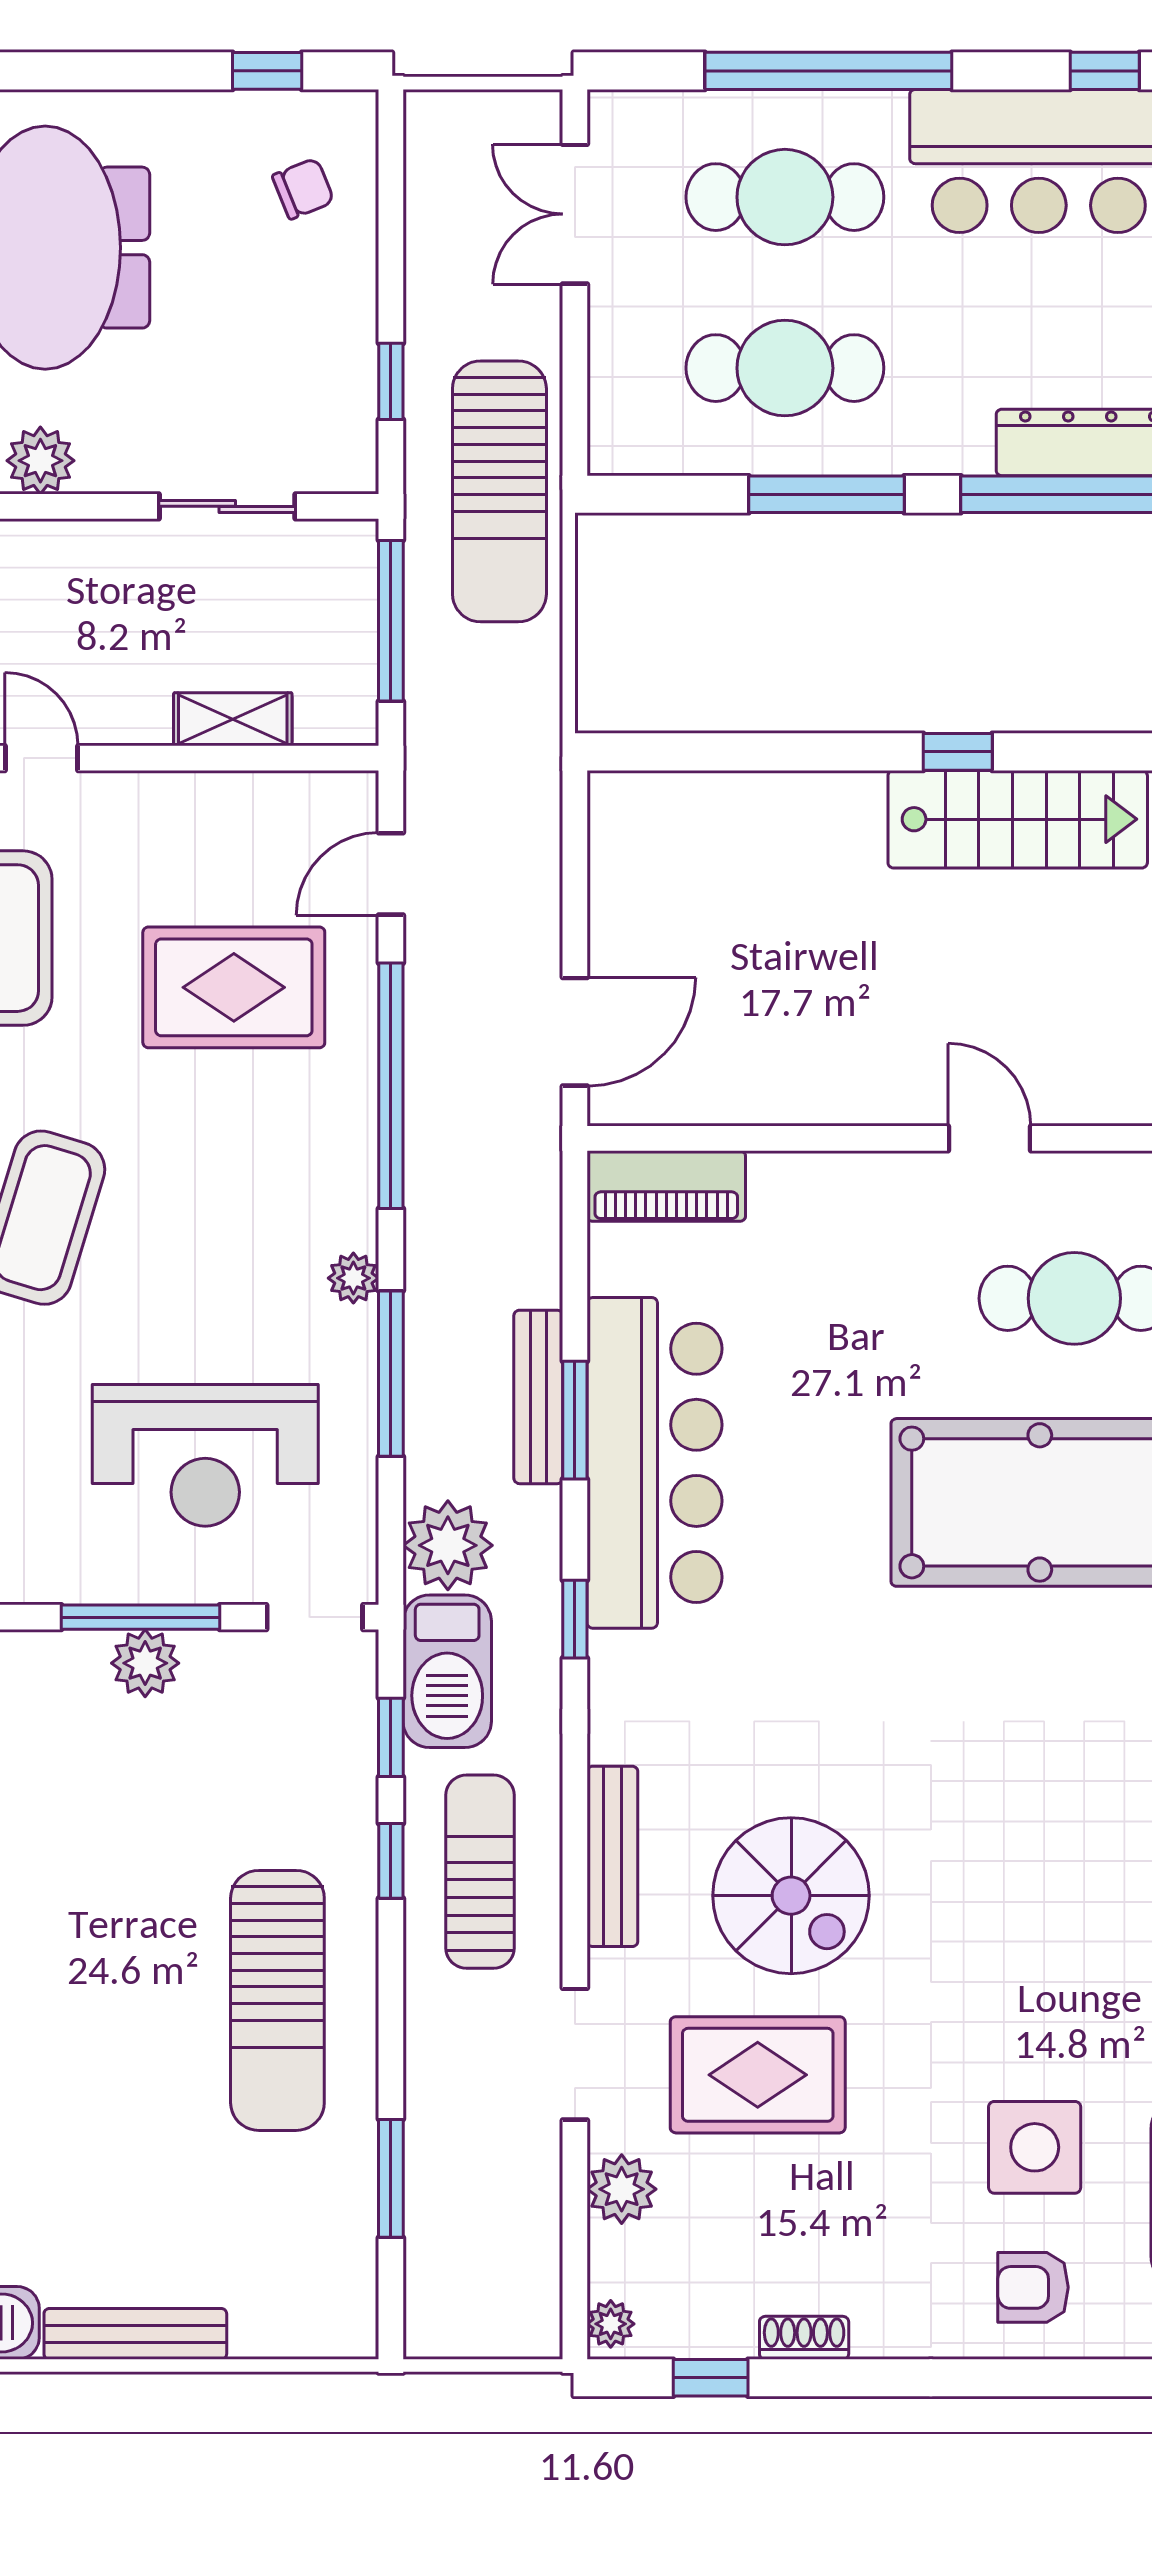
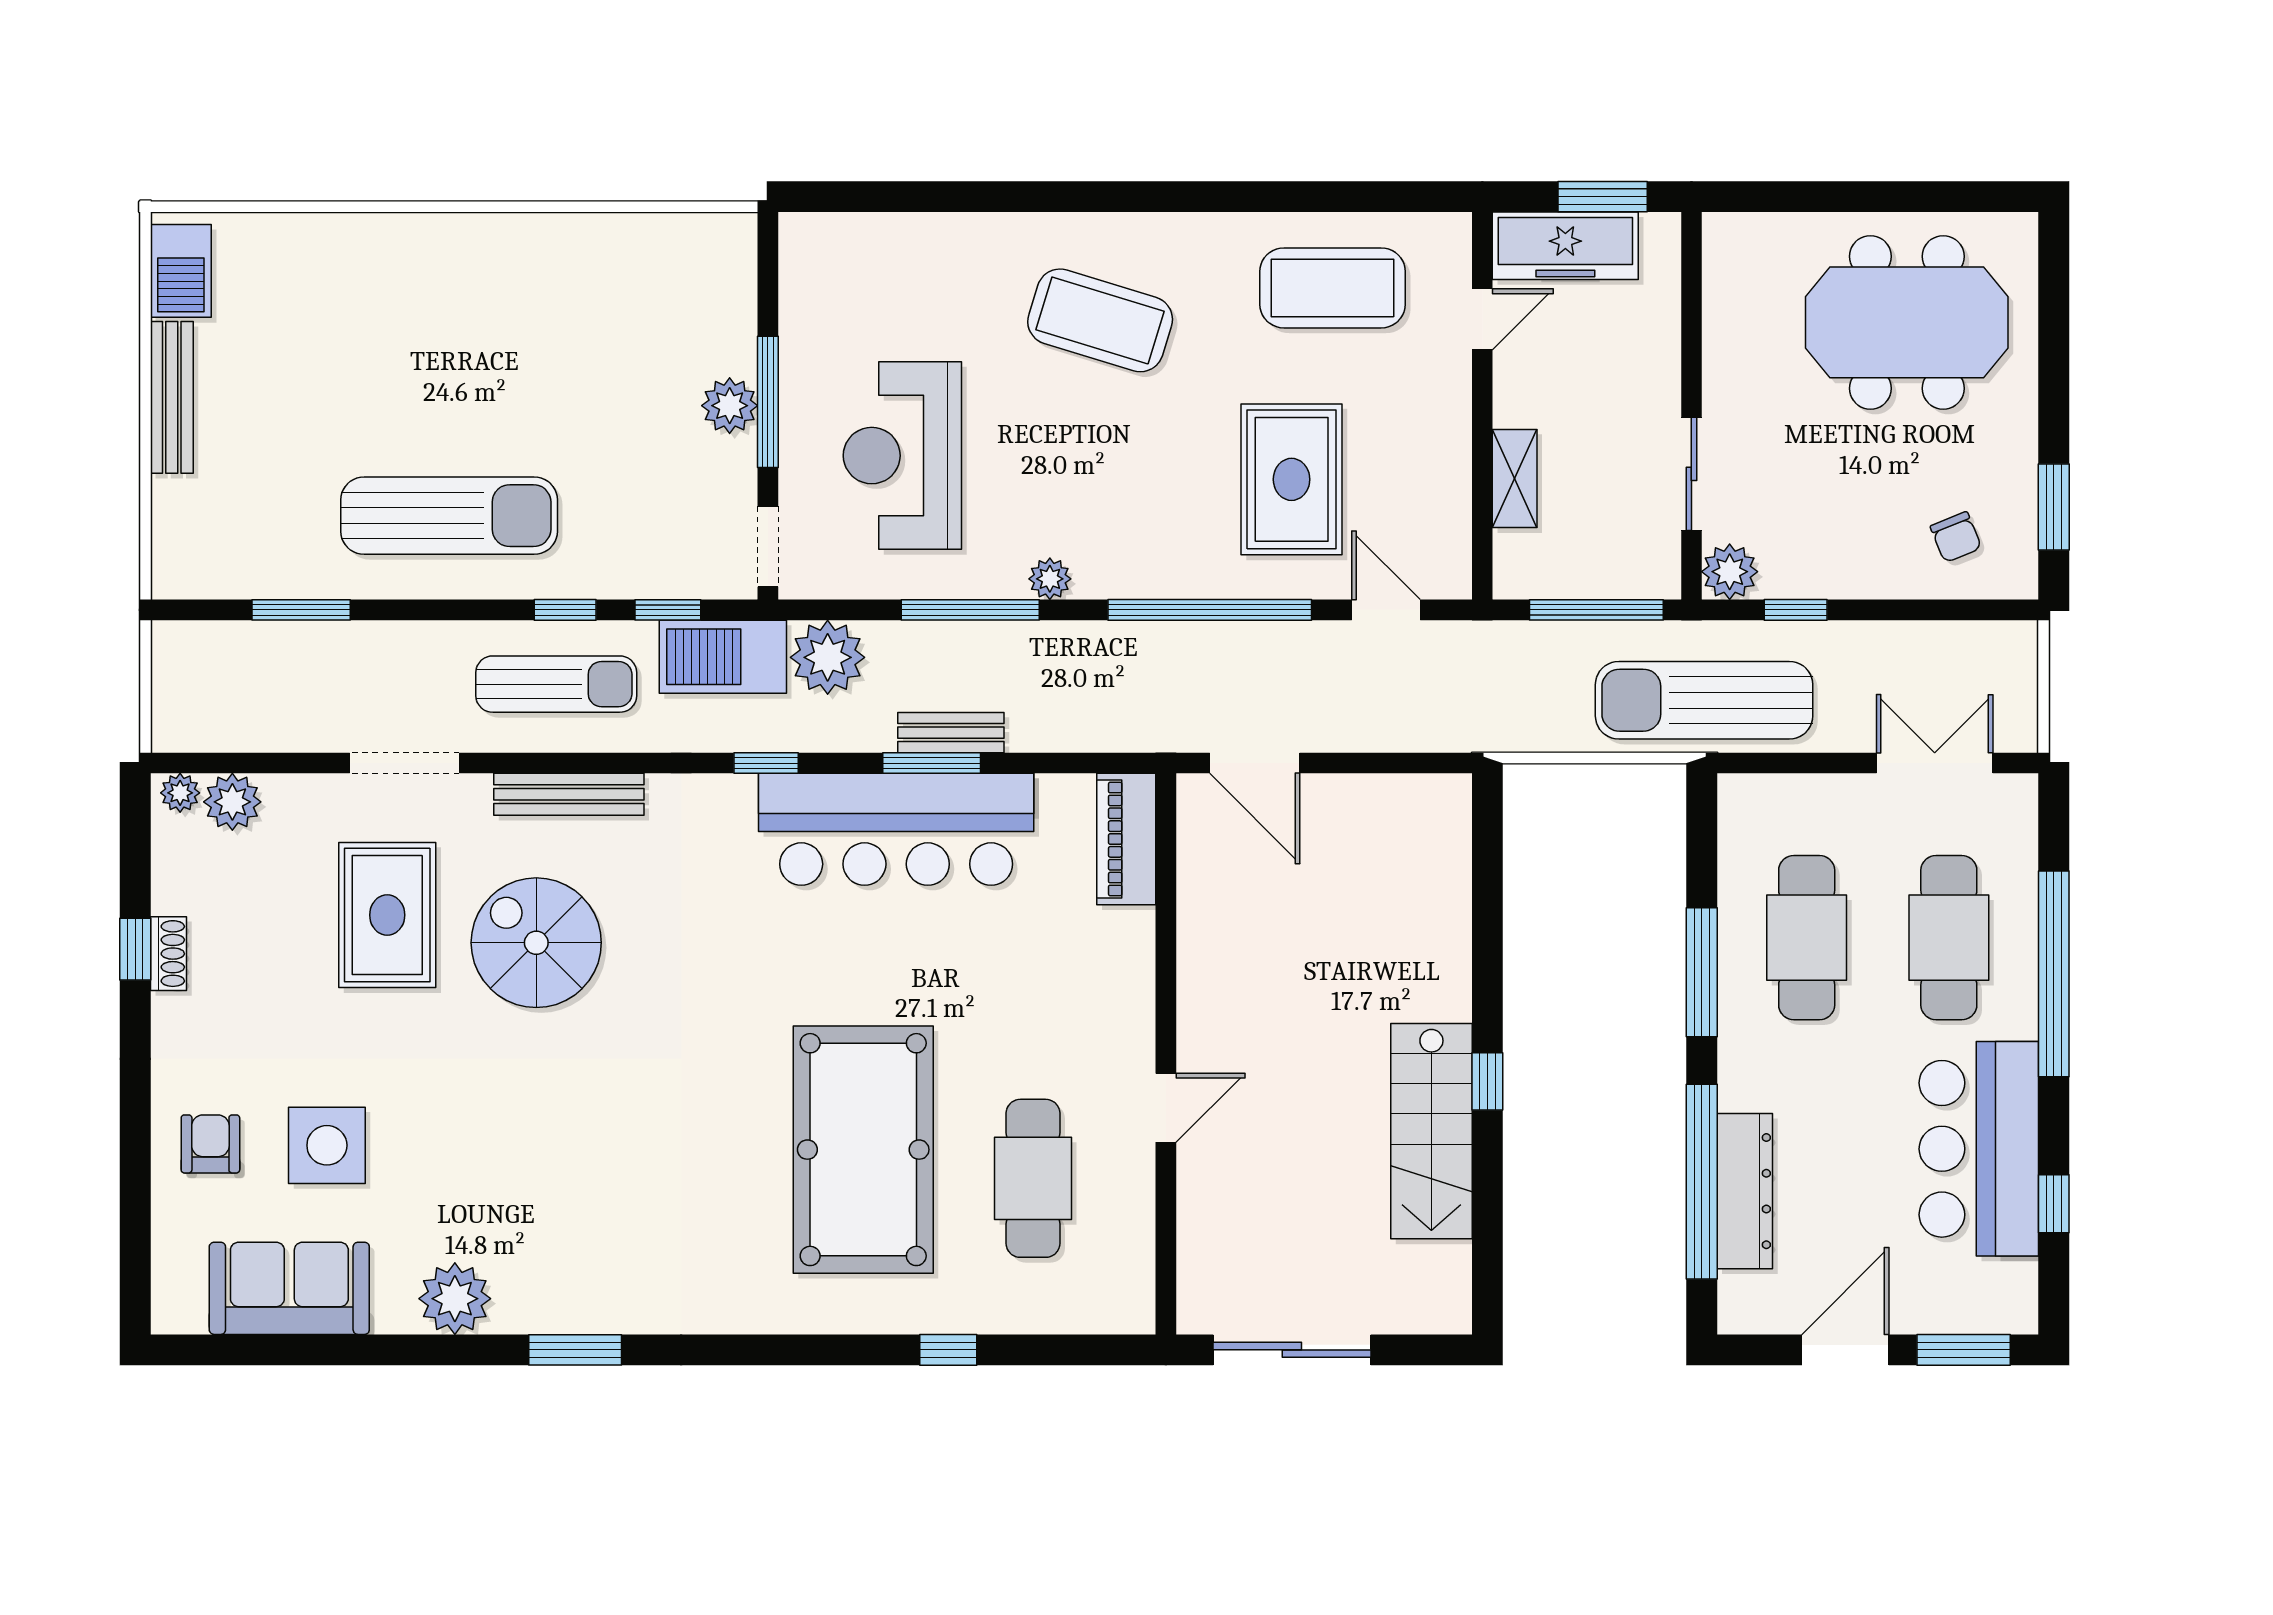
window: (267, 71) -> (2054, 507), width x1.50
plant: (40, 461) -> (1730, 572), moved
bench: (538, 1397) -> (951, 733), width x0.73
spiral stairs: (791, 1896) -> (536, 943), turned 90
sun lounger: (277, 2000) -> (449, 516), turned 180
plant: (622, 2189) -> (232, 802), moved
window: (711, 2378) -> (135, 949), moved

